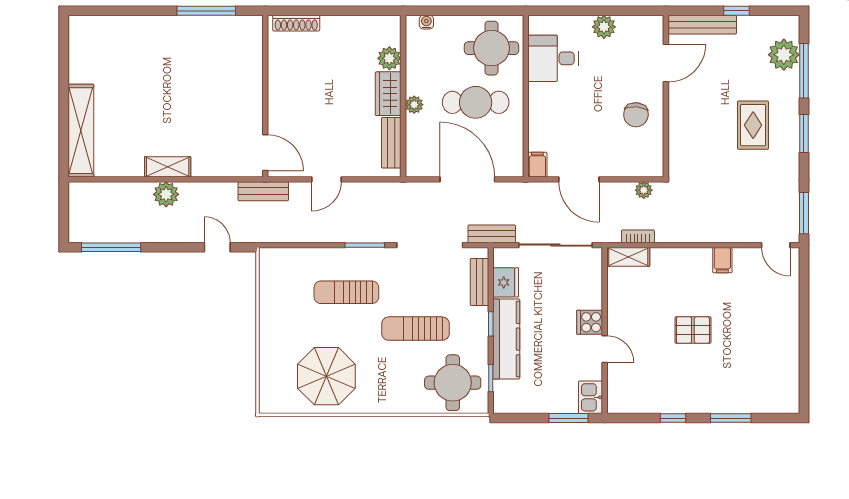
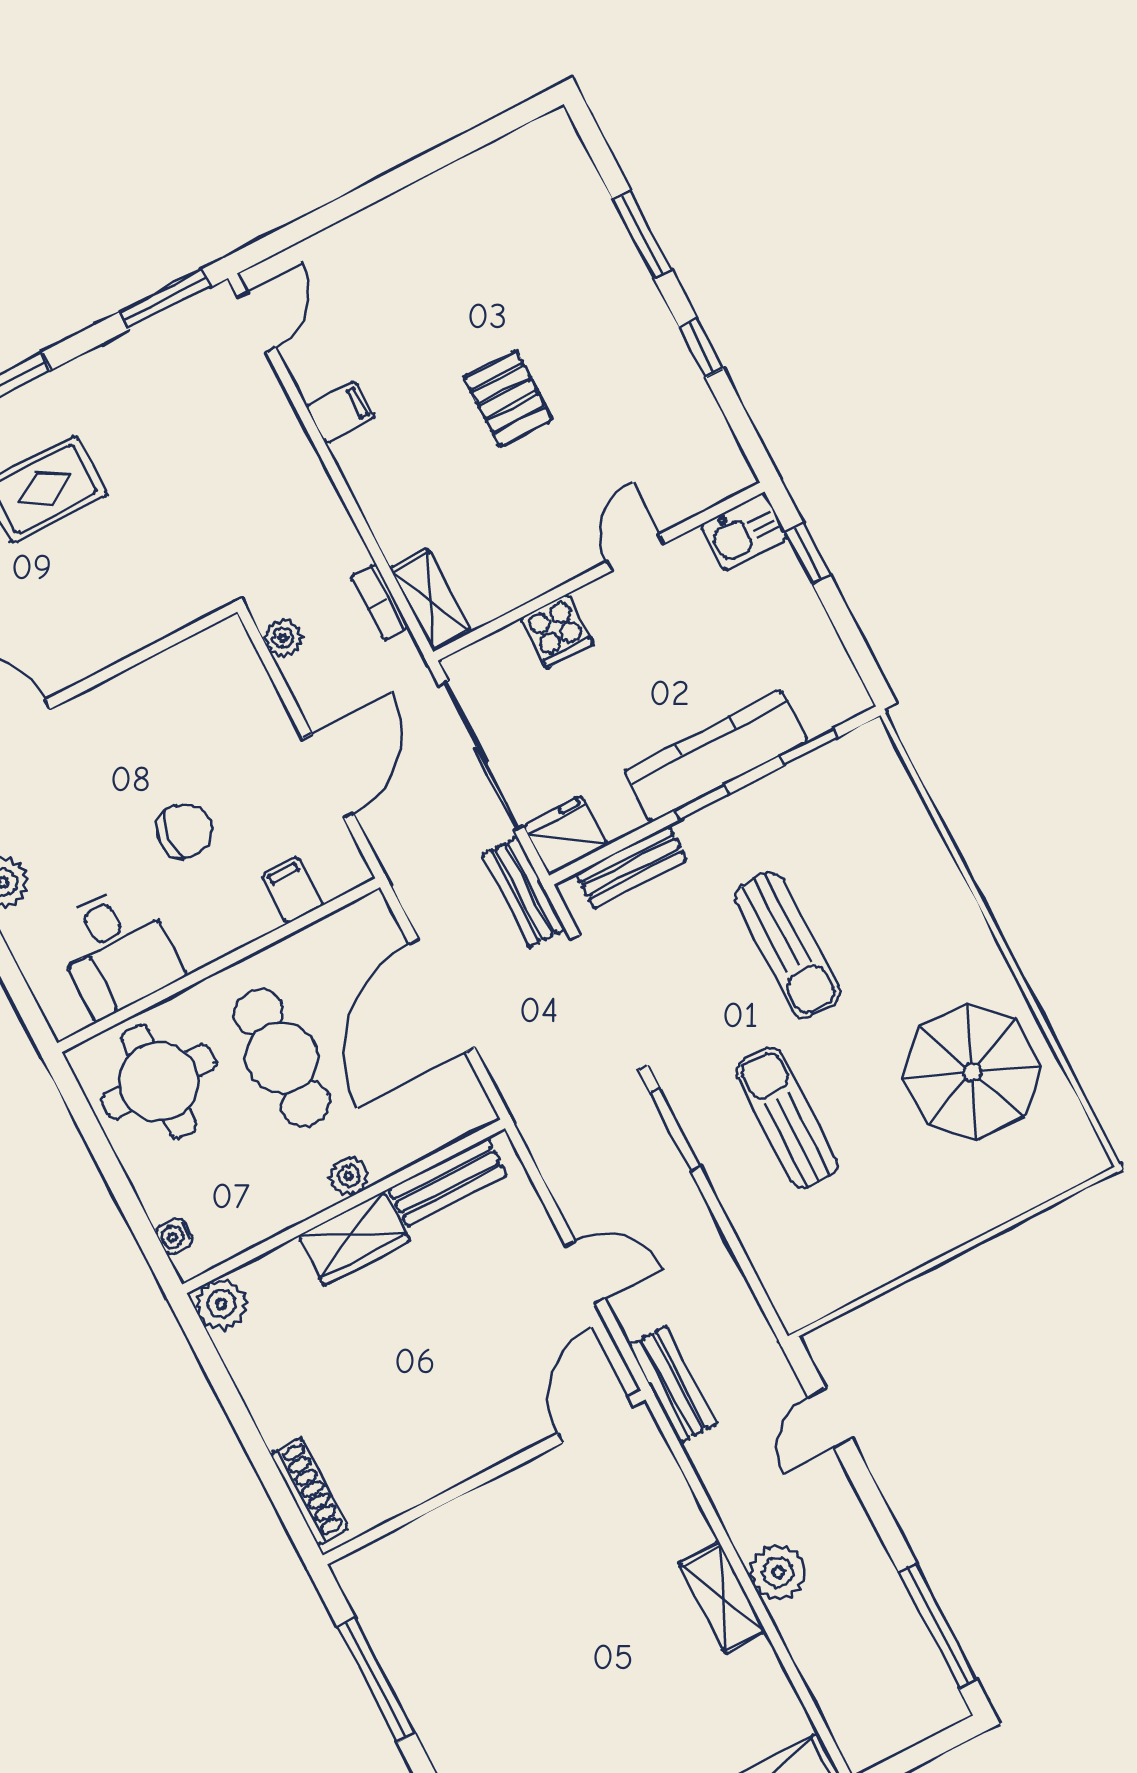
plant: (389, 58) -> (221, 1304), moved
chair: (636, 115) -> (185, 831), moved
filing cabinet: (537, 165) -> (292, 890), moved, turned 90
fridge: (506, 282) -> (565, 836), moved
sun lounger: (346, 292) -> (787, 1118), turned 180
cooker: (590, 322) -> (557, 631), moved
round table: (453, 383) -> (856, 817), removed
window: (568, 418) -> (808, 554), width x0.67

